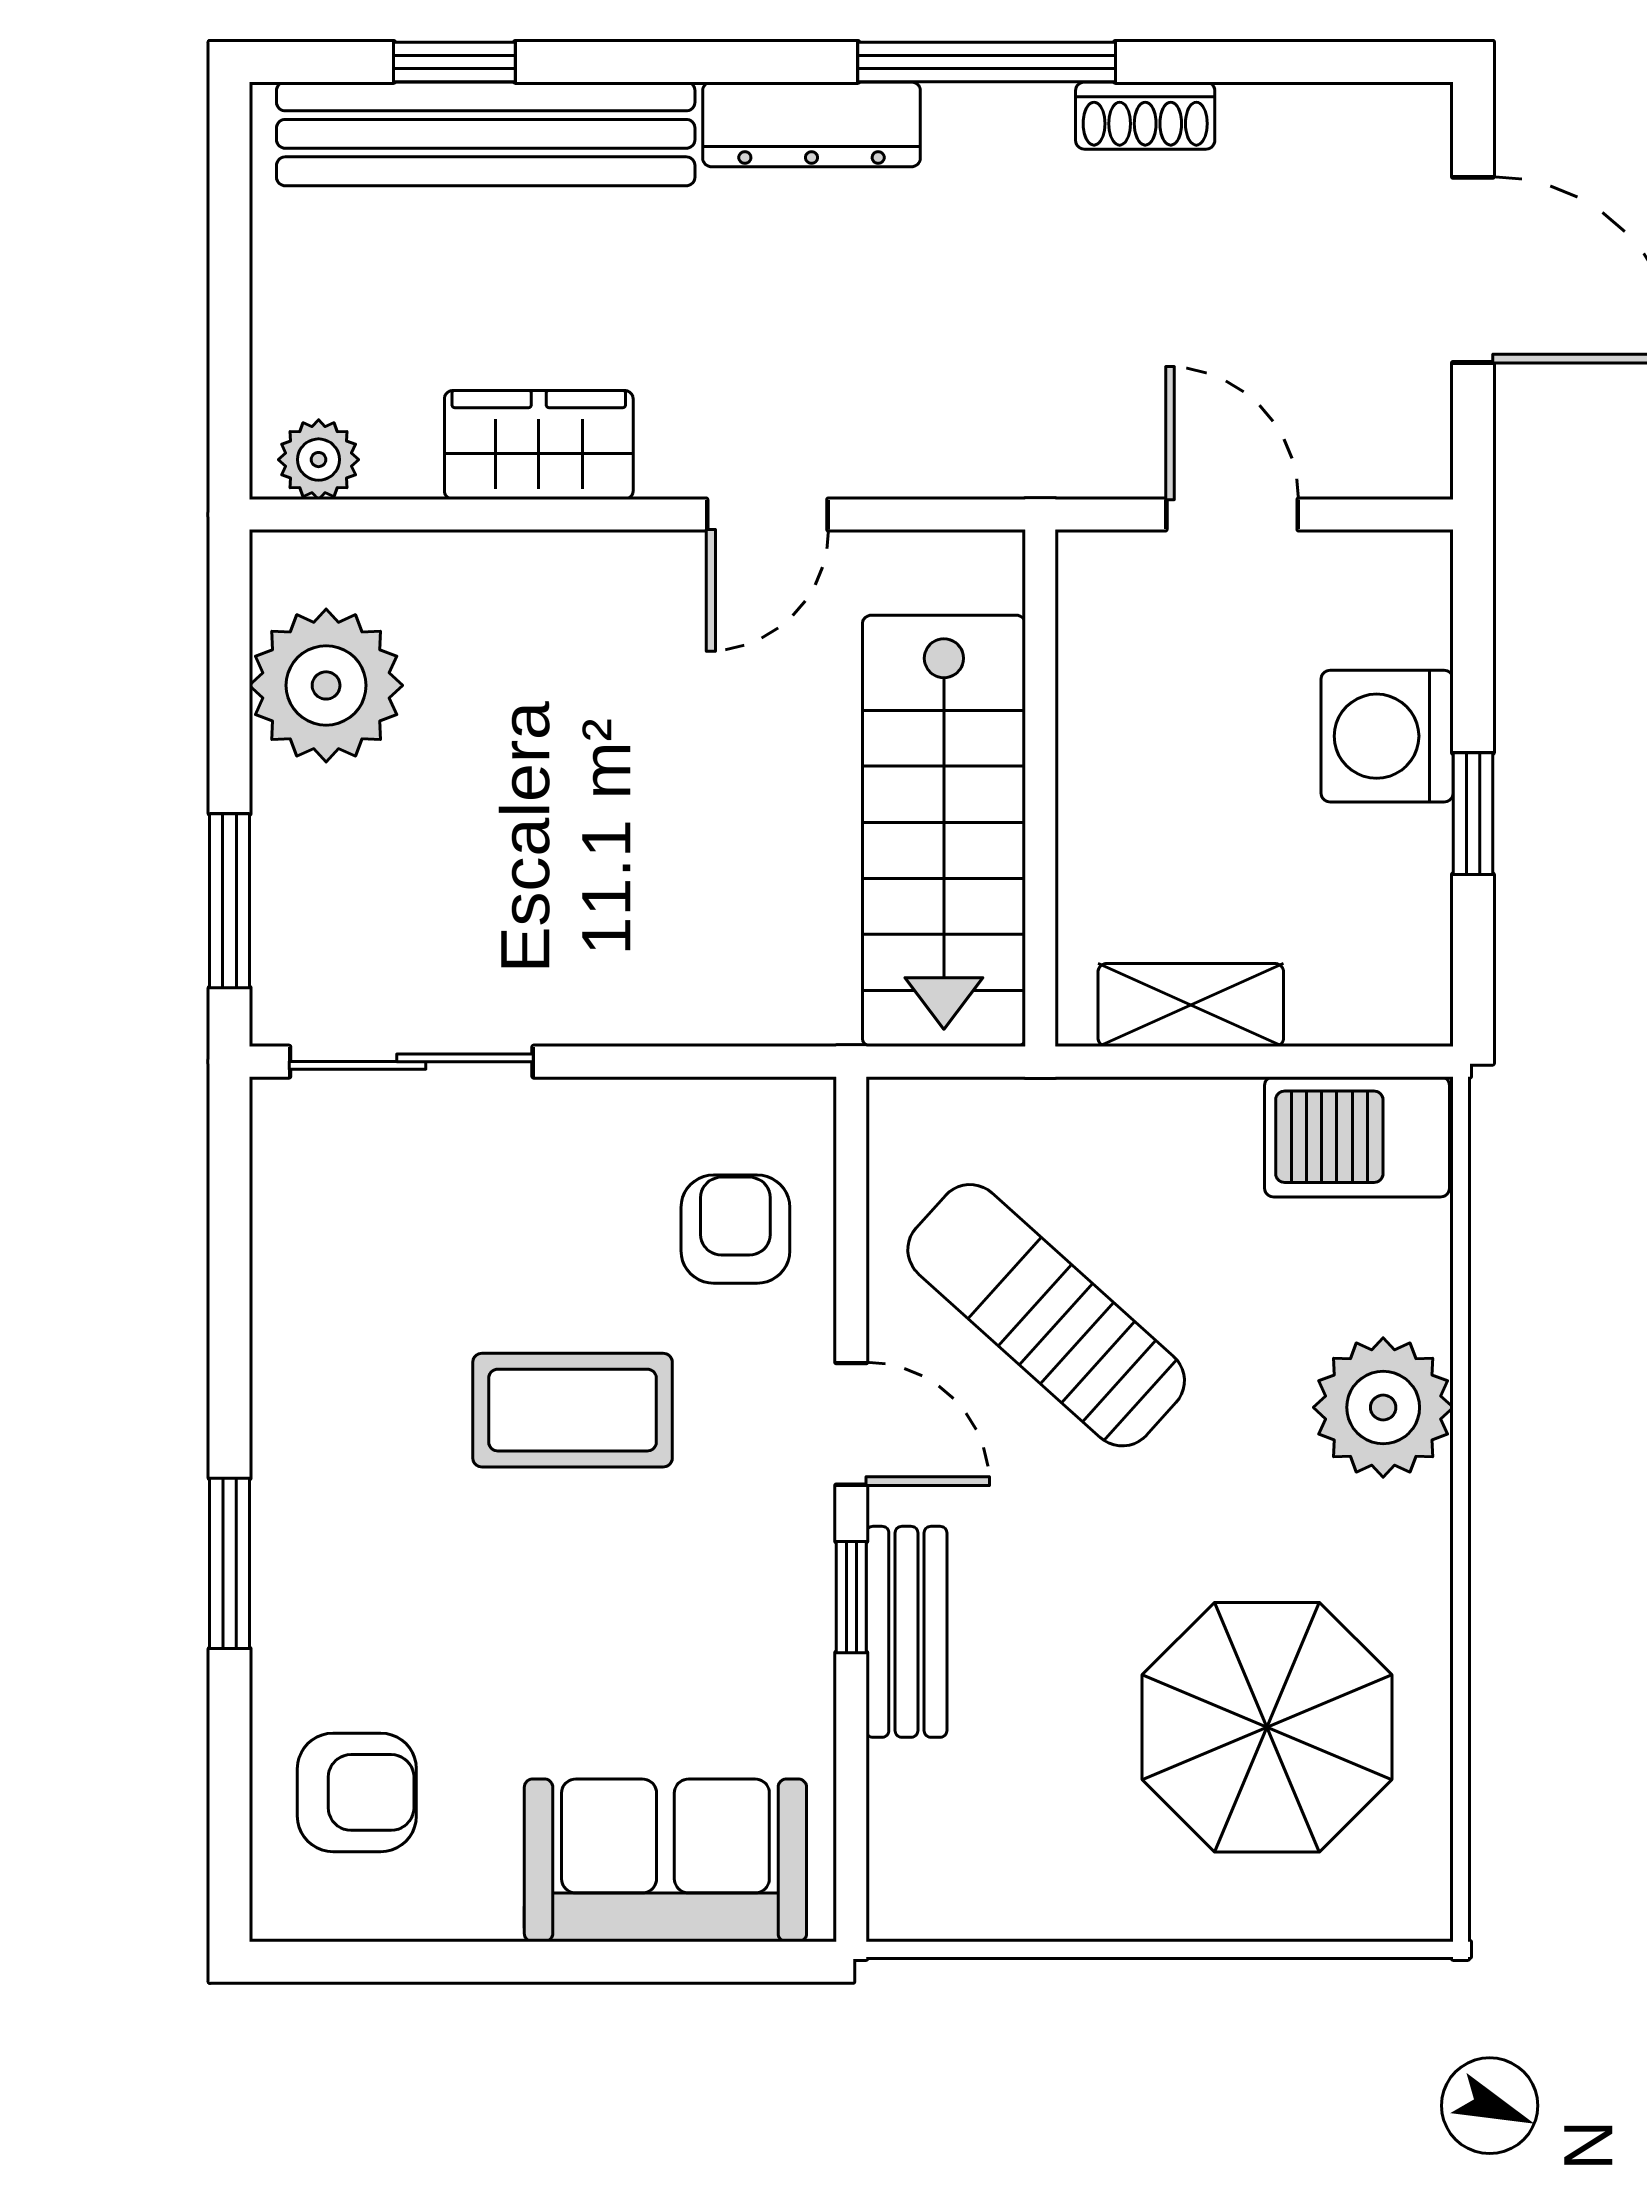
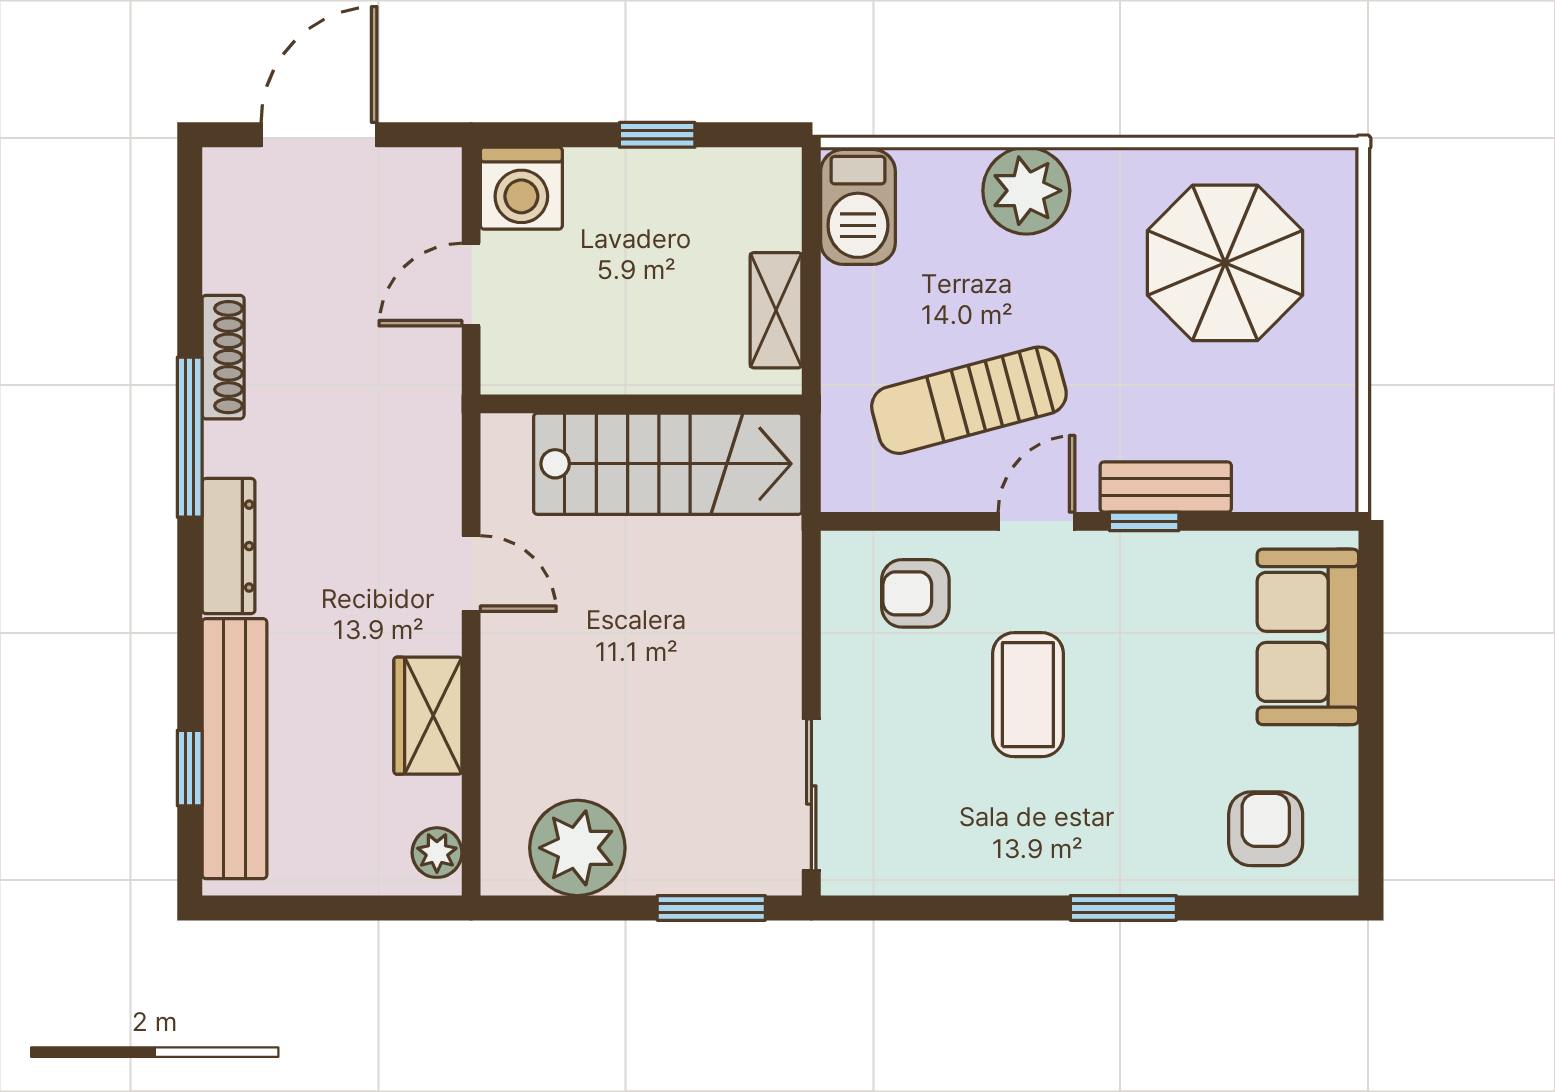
shoe rack: (1145, 116) -> (223, 357), width x1.43
washing machine: (1387, 736) -> (521, 188), moved
sun lounger: (1046, 1315) -> (969, 400), turned 33

